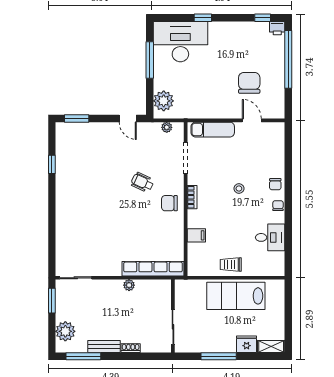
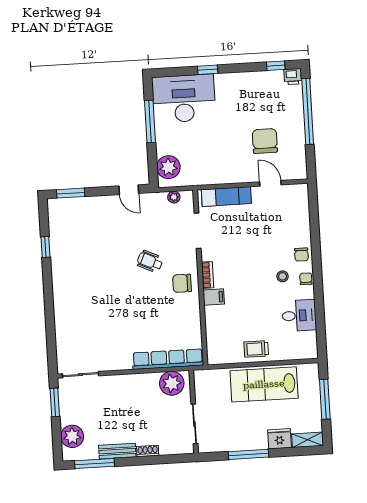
stool: (239, 189) -> (283, 276), moved
filing cabinet: (196, 235) -> (214, 297), moved
plant: (129, 285) -> (172, 383), moved, width x1.87, depth x1.87
window: (288, 312) -> (325, 399), added

